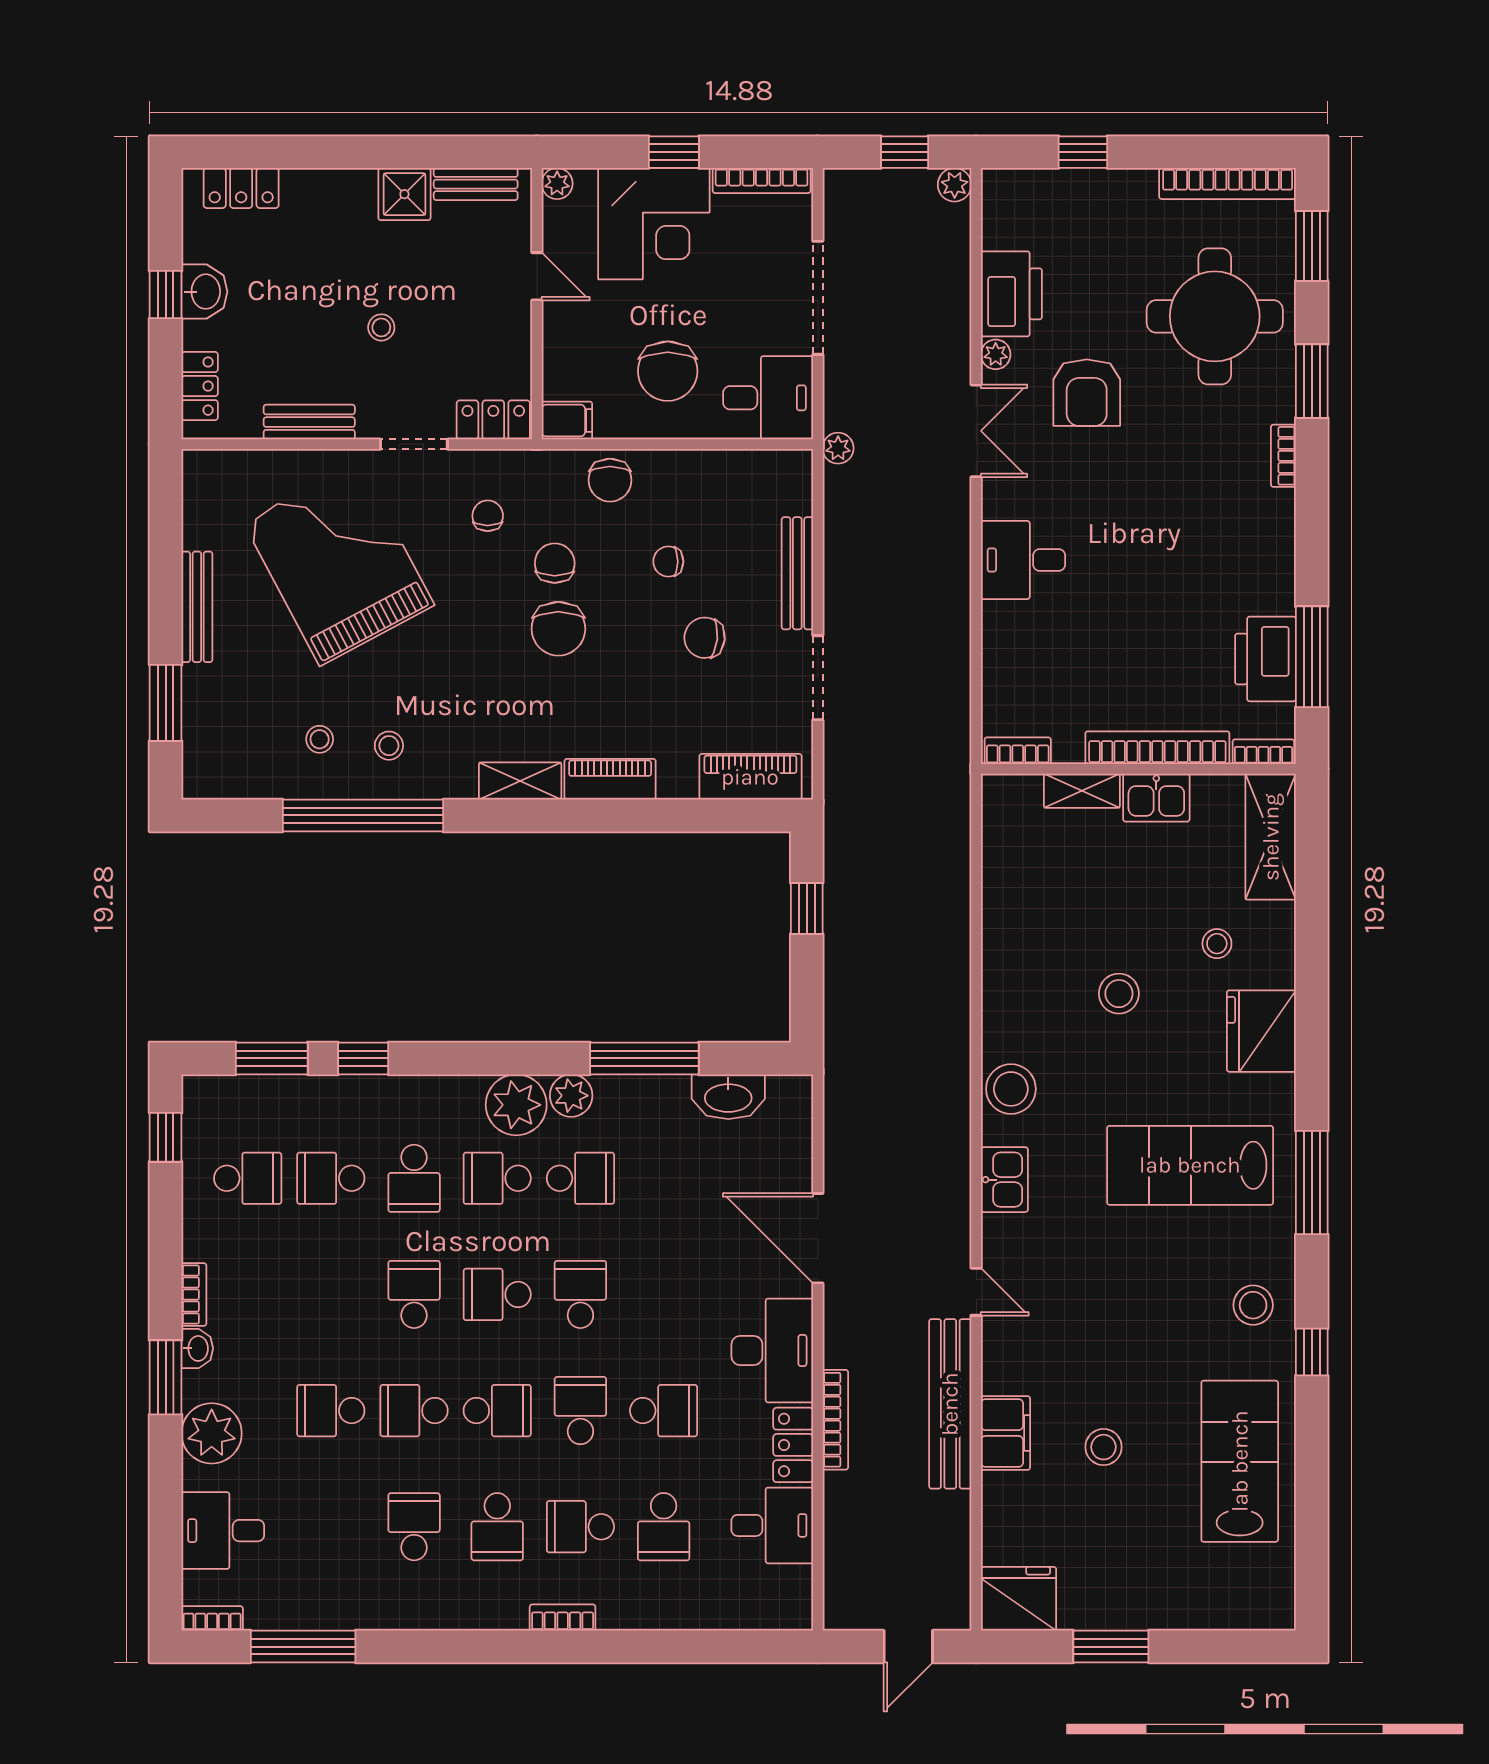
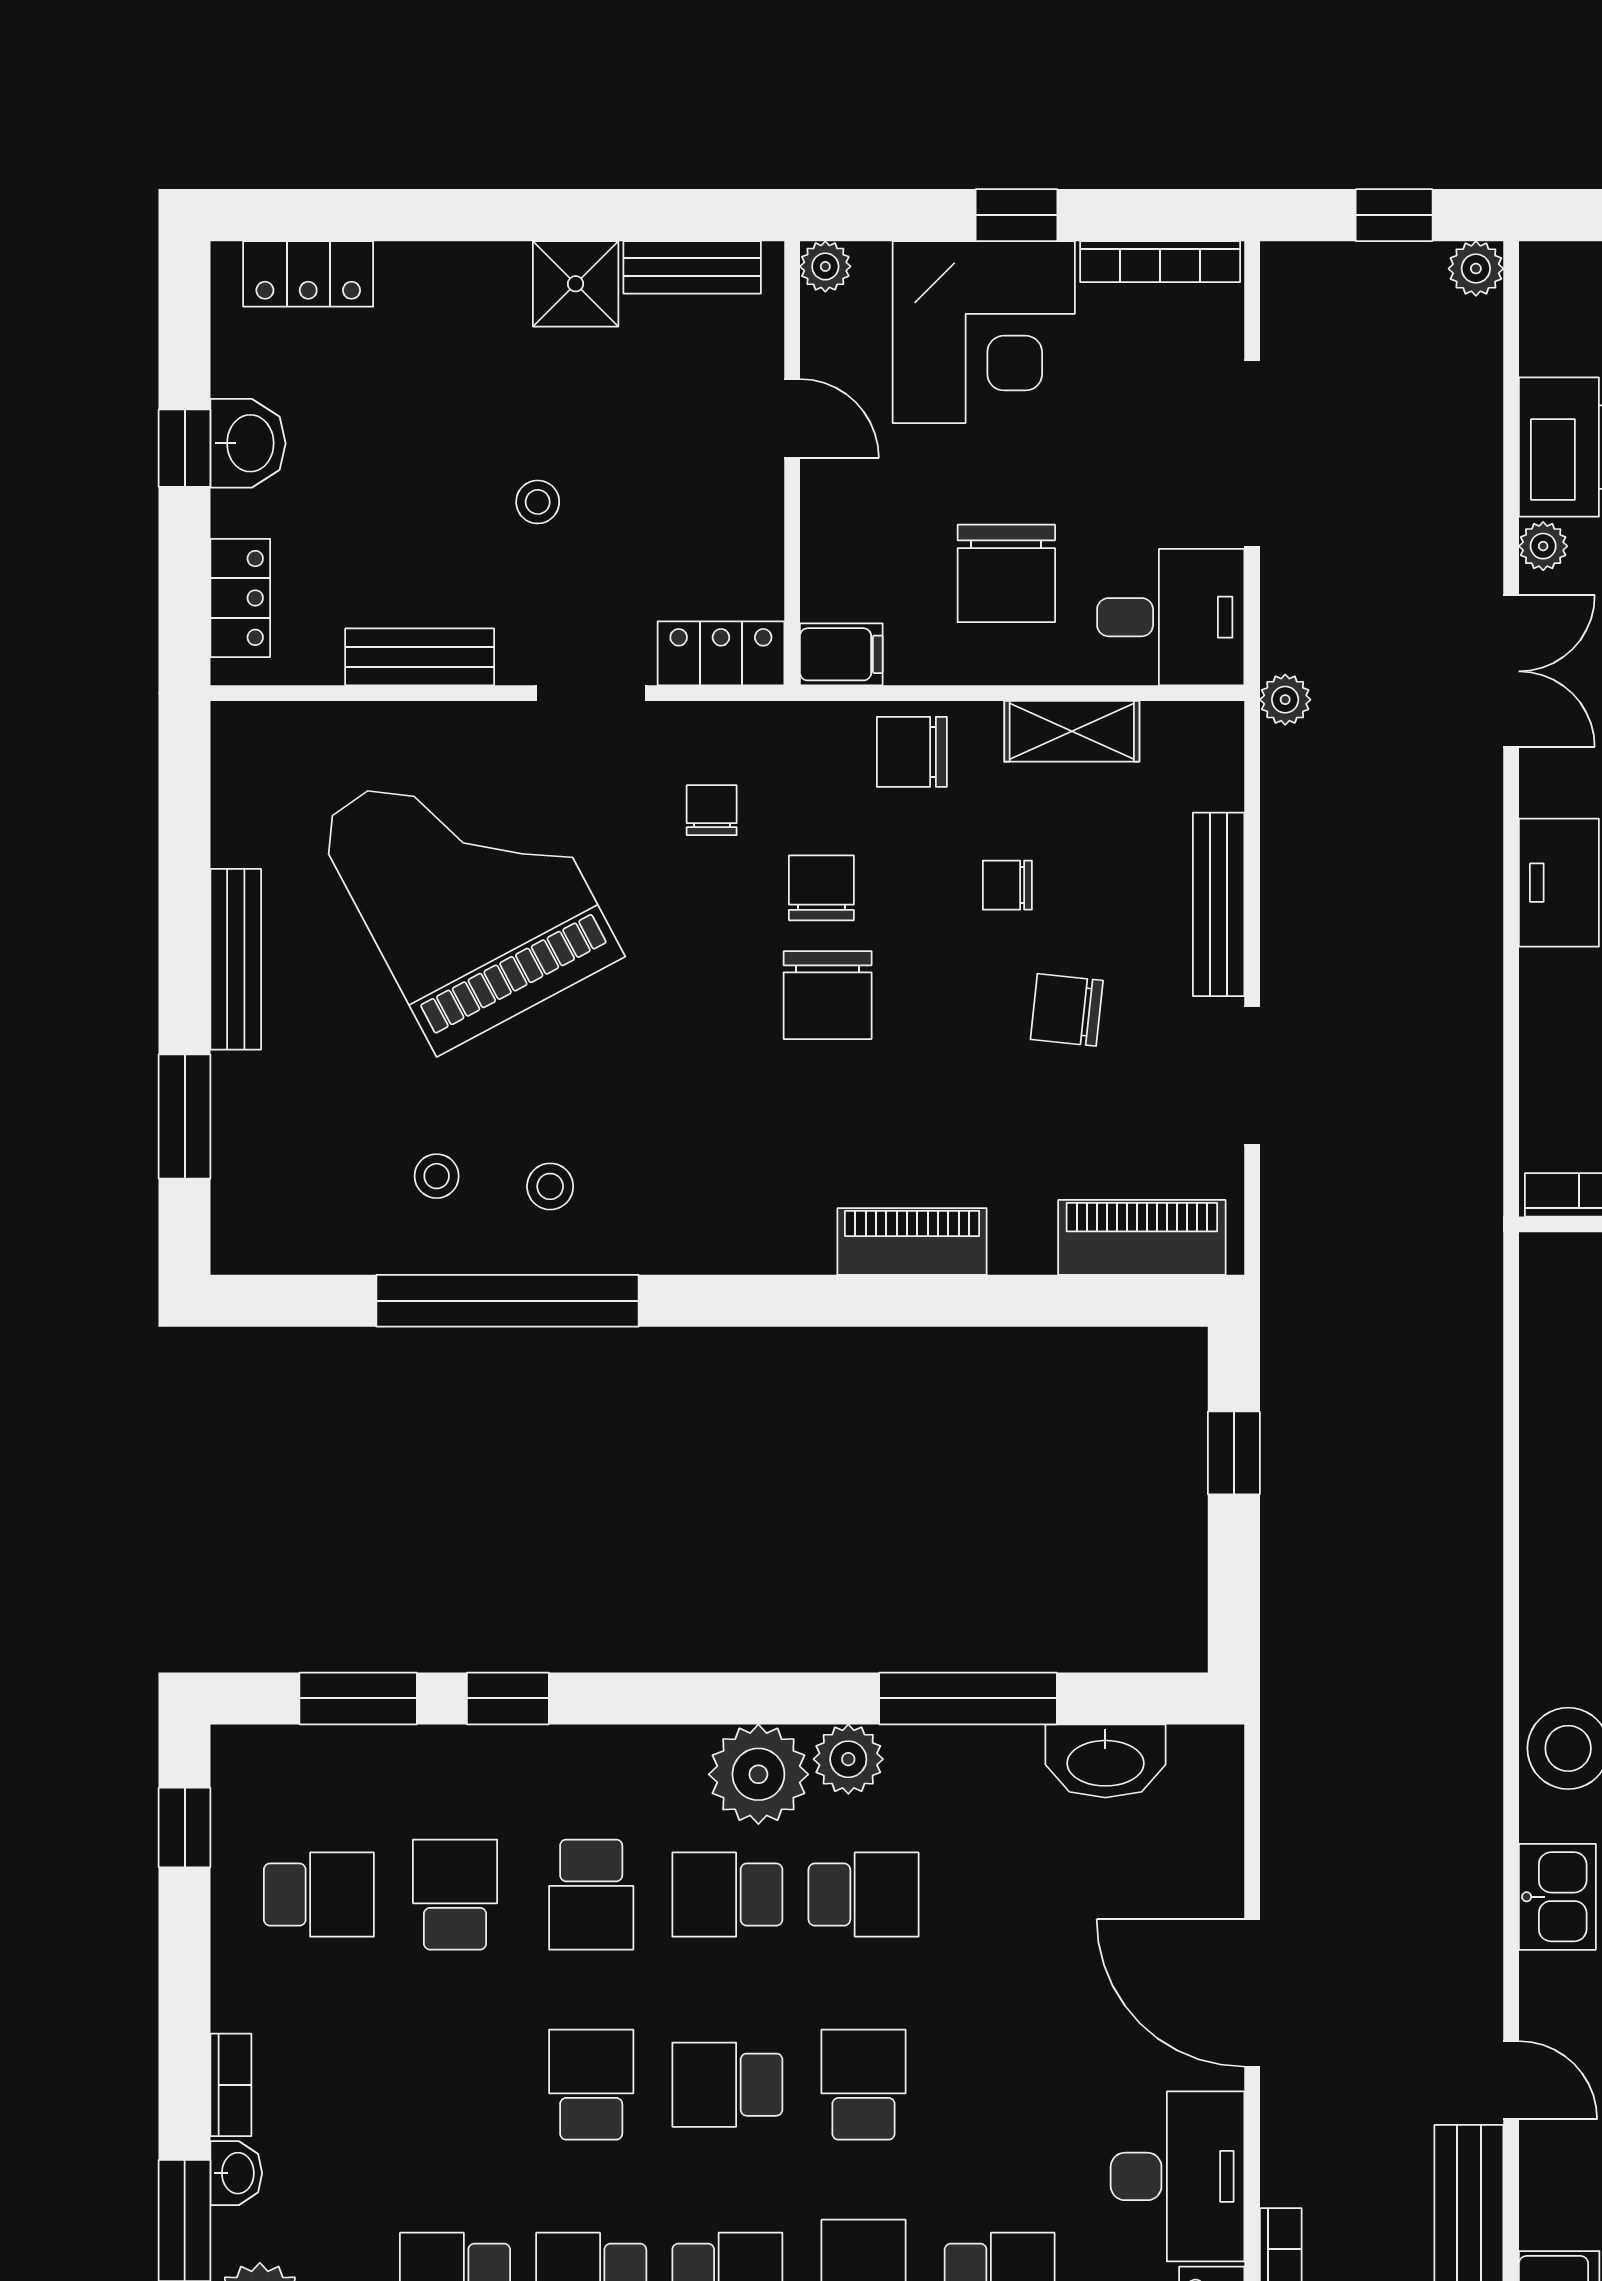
chair: (610, 480) -> (912, 752), turned 90
shelving: (520, 781) -> (1072, 731), moved
school desk: (331, 1178) -> (455, 1895), turned 90

